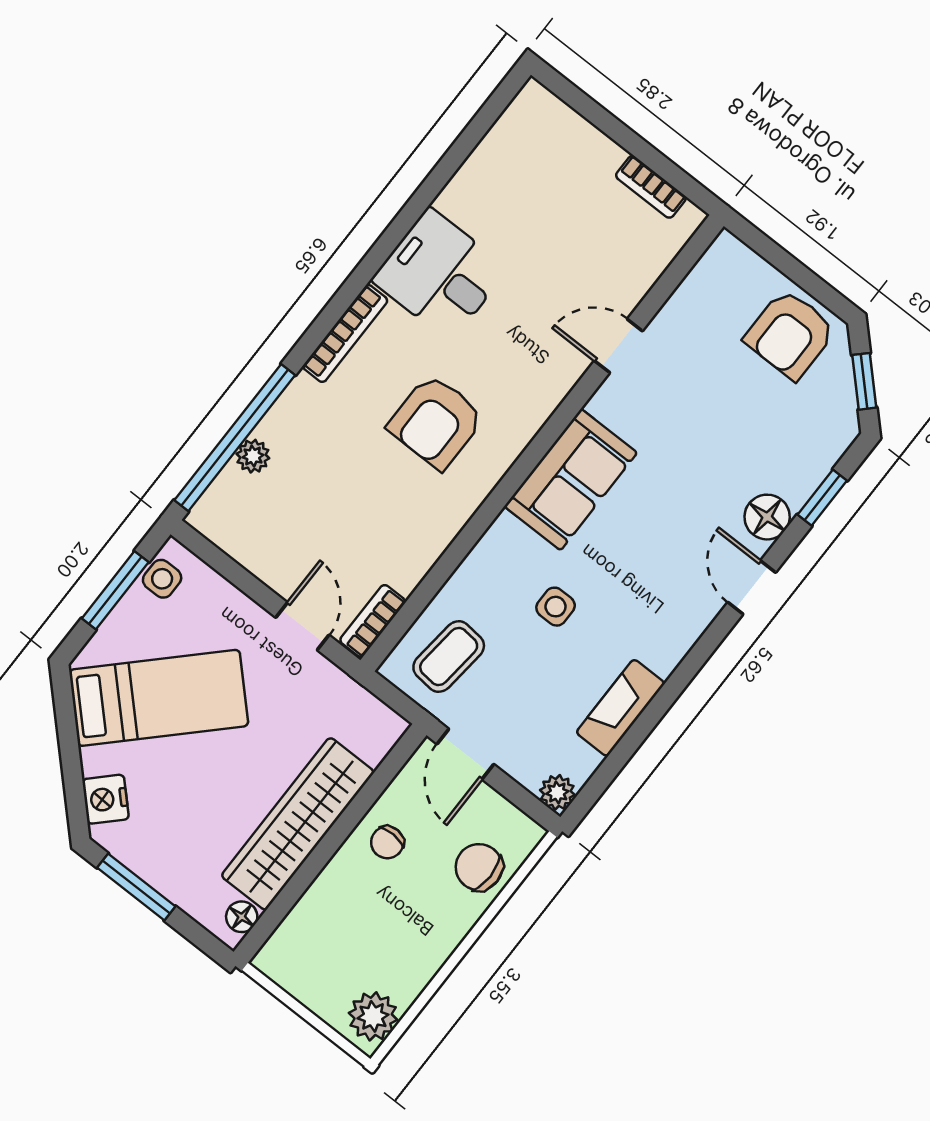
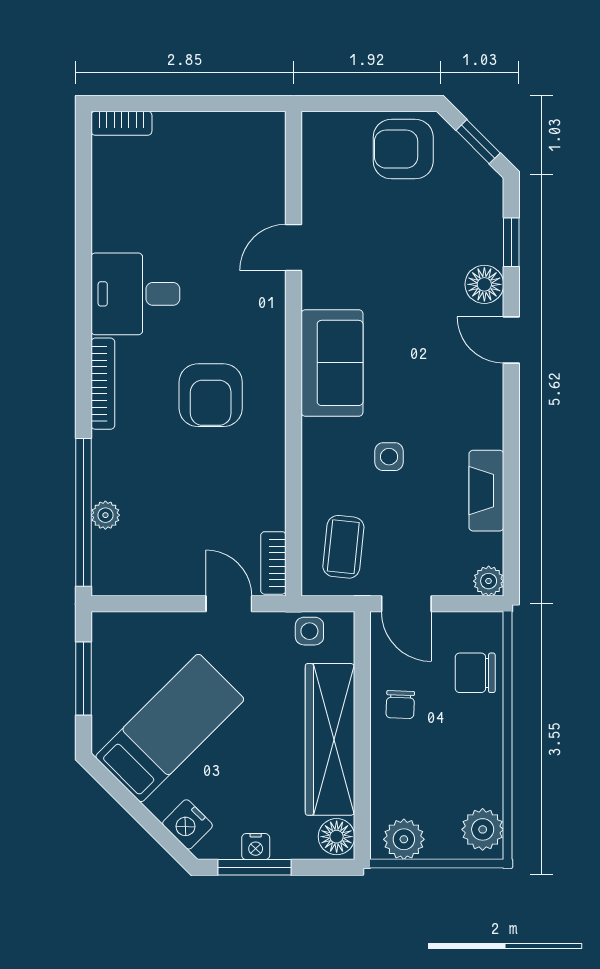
bookcase: (651, 187) -> (121, 123), moved
armchair: (790, 334) -> (403, 149), turned 90
side table: (162, 579) -> (309, 631), moved
nightstand: (152, 869) -> (256, 847), added
floor lamp: (242, 917) -> (337, 837), width x1.37, depth x1.37
plant: (294, 969) -> (404, 839), added

